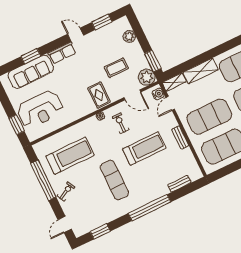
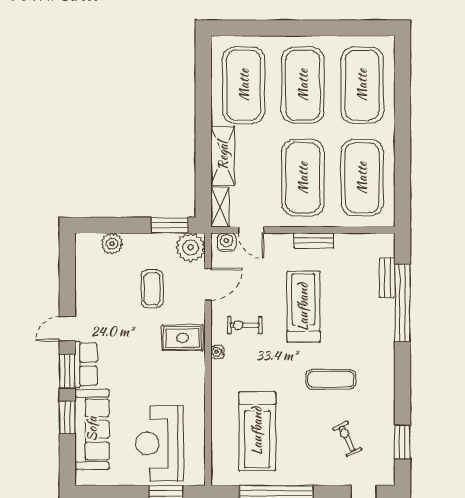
window: (102, 22) -> (67, 371), moved
reception desk: (40, 109) -> (160, 443), turned 180
treadmill: (70, 156) -> (257, 431), turned 180
exercise mat: (114, 180) -> (331, 379), width x0.73, depth x0.69
exercise bike: (66, 192) -> (347, 439), moved
window: (150, 208) -> (402, 303), moved

